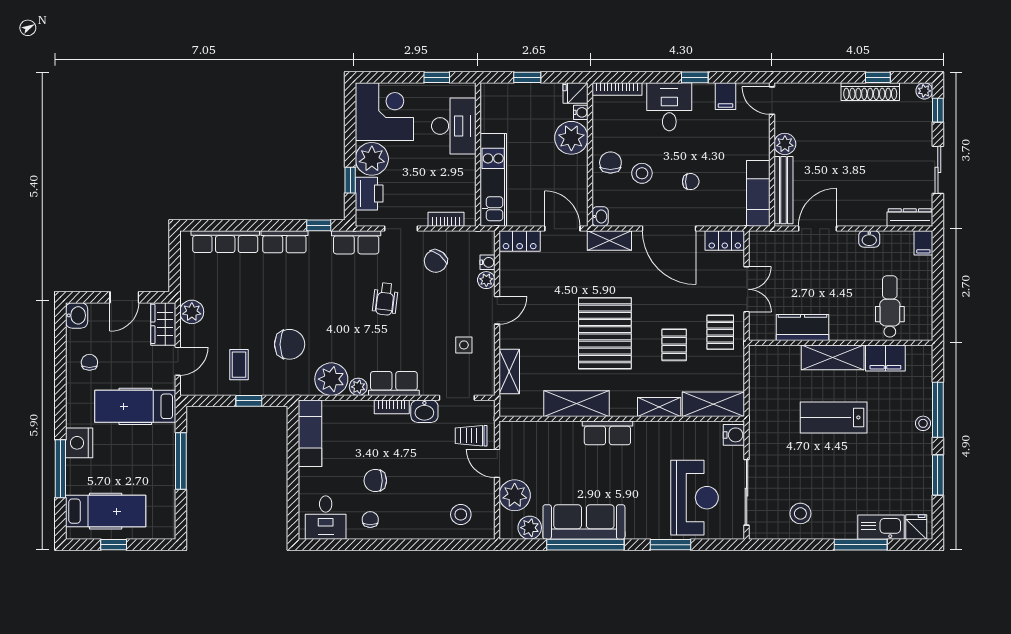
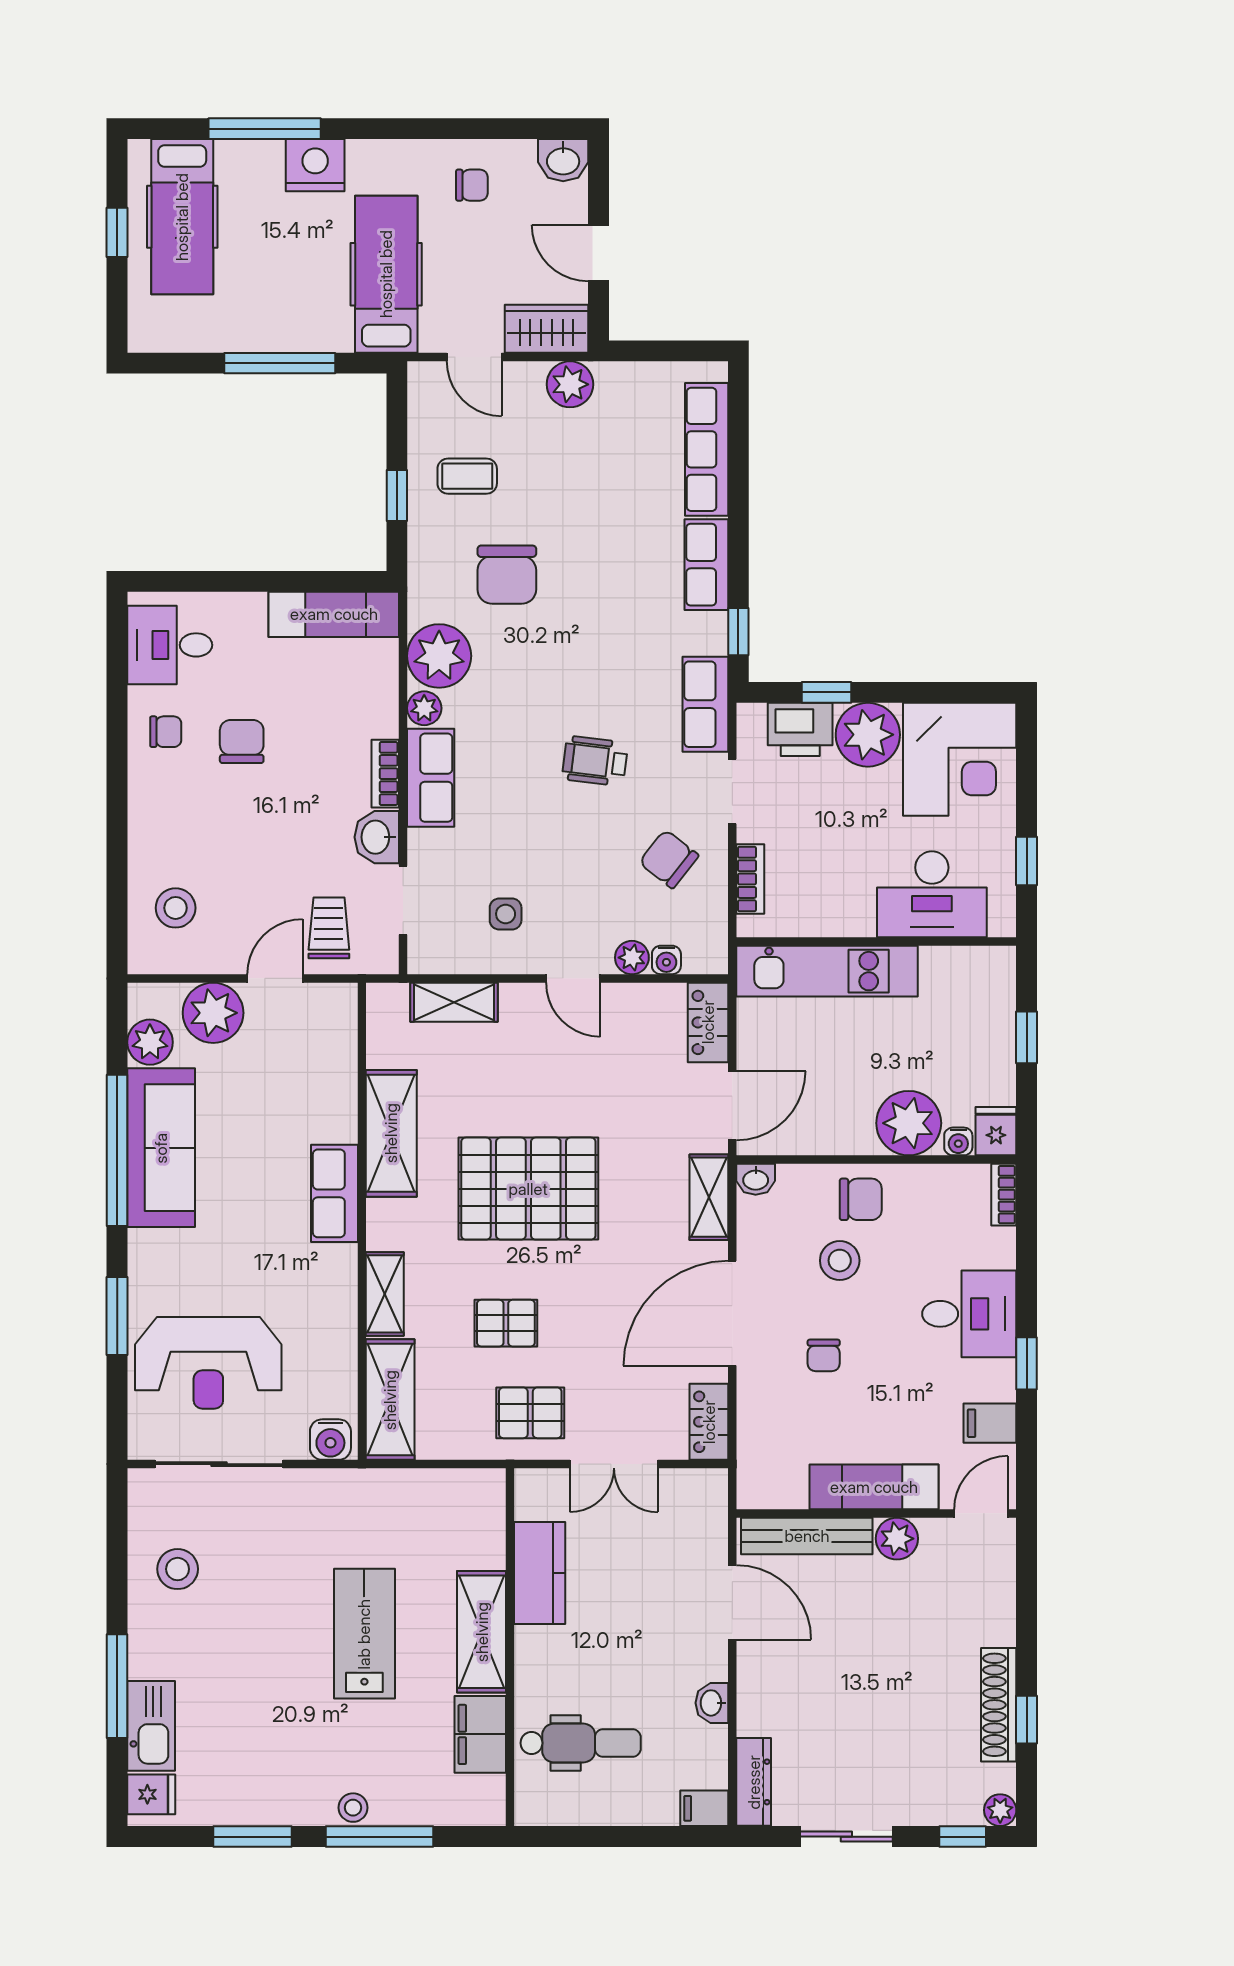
bookcase: (617, 89) -> (1004, 1195), width x0.64
exam couch: (758, 193) -> (874, 1487), moved

